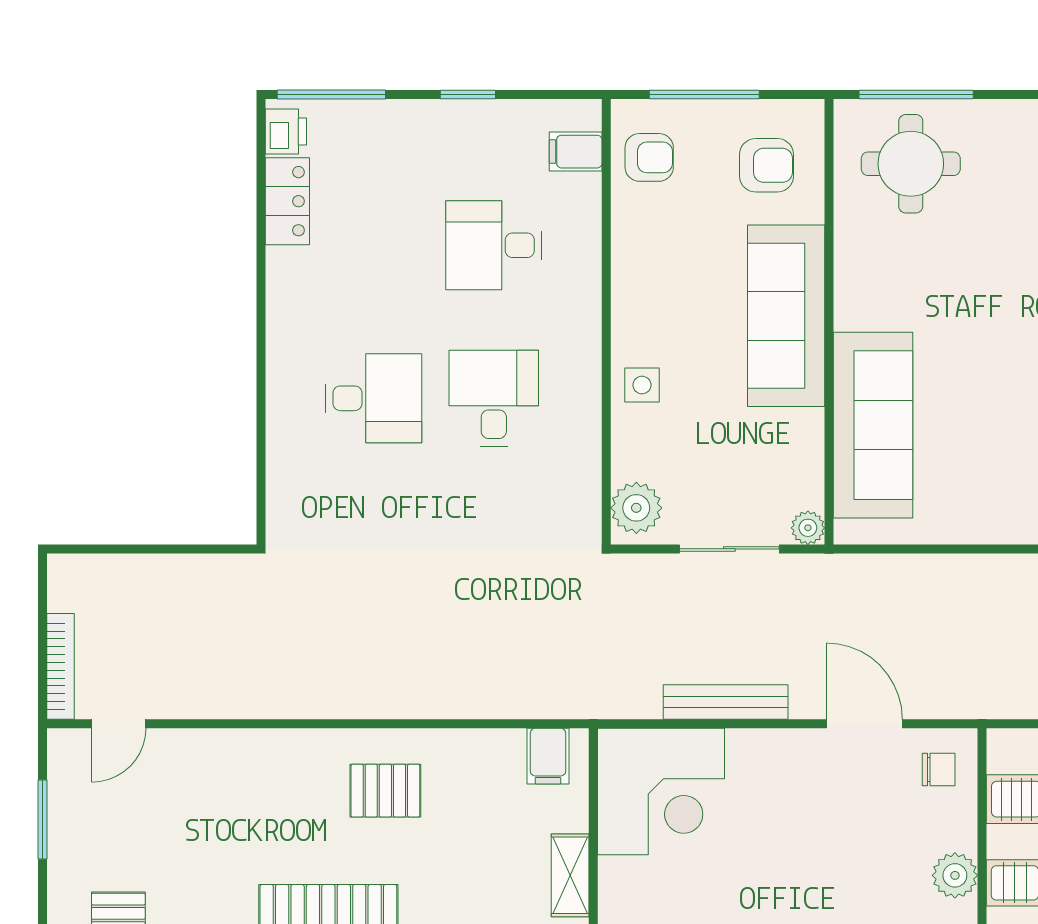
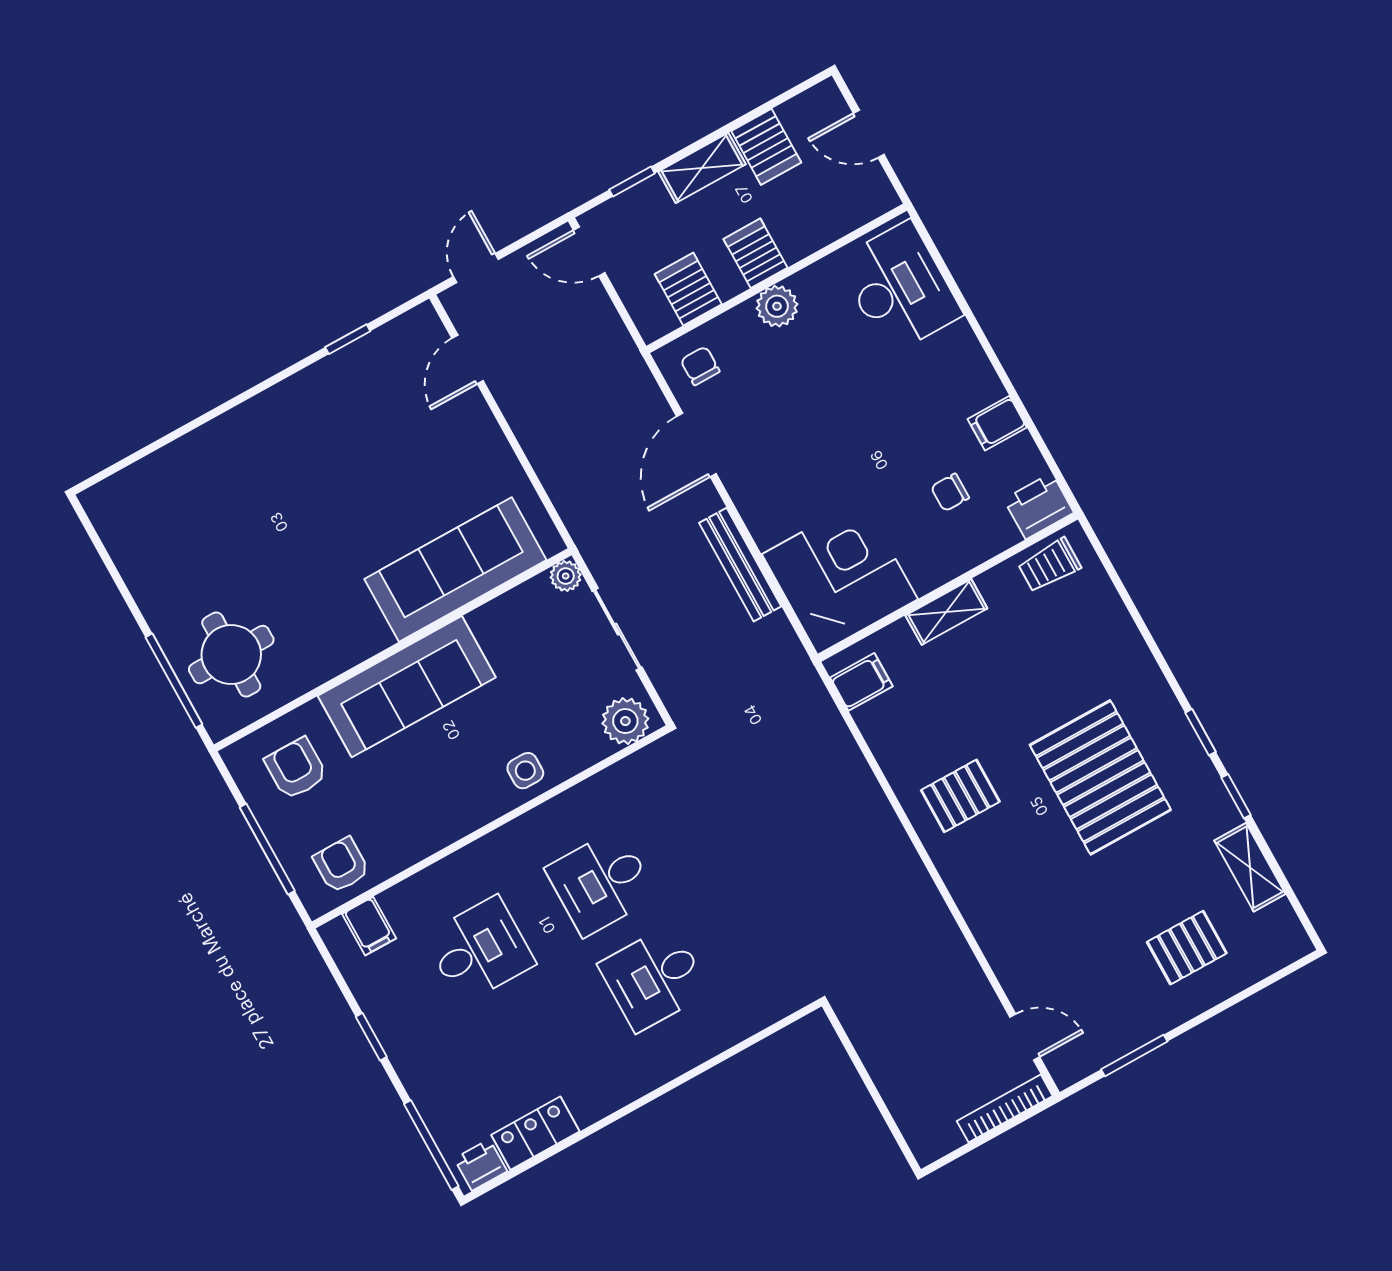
desk: (494, 245) -> (480, 950), turned -90
desk: (373, 398) -> (654, 978), turned -90
pallet: (385, 791) -> (960, 796), turned 90

